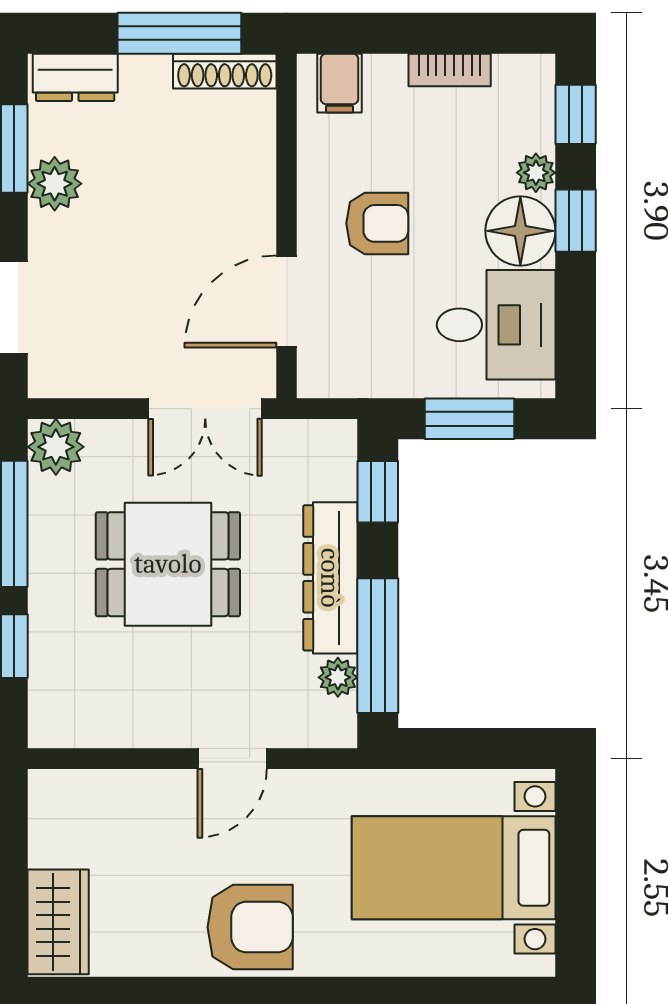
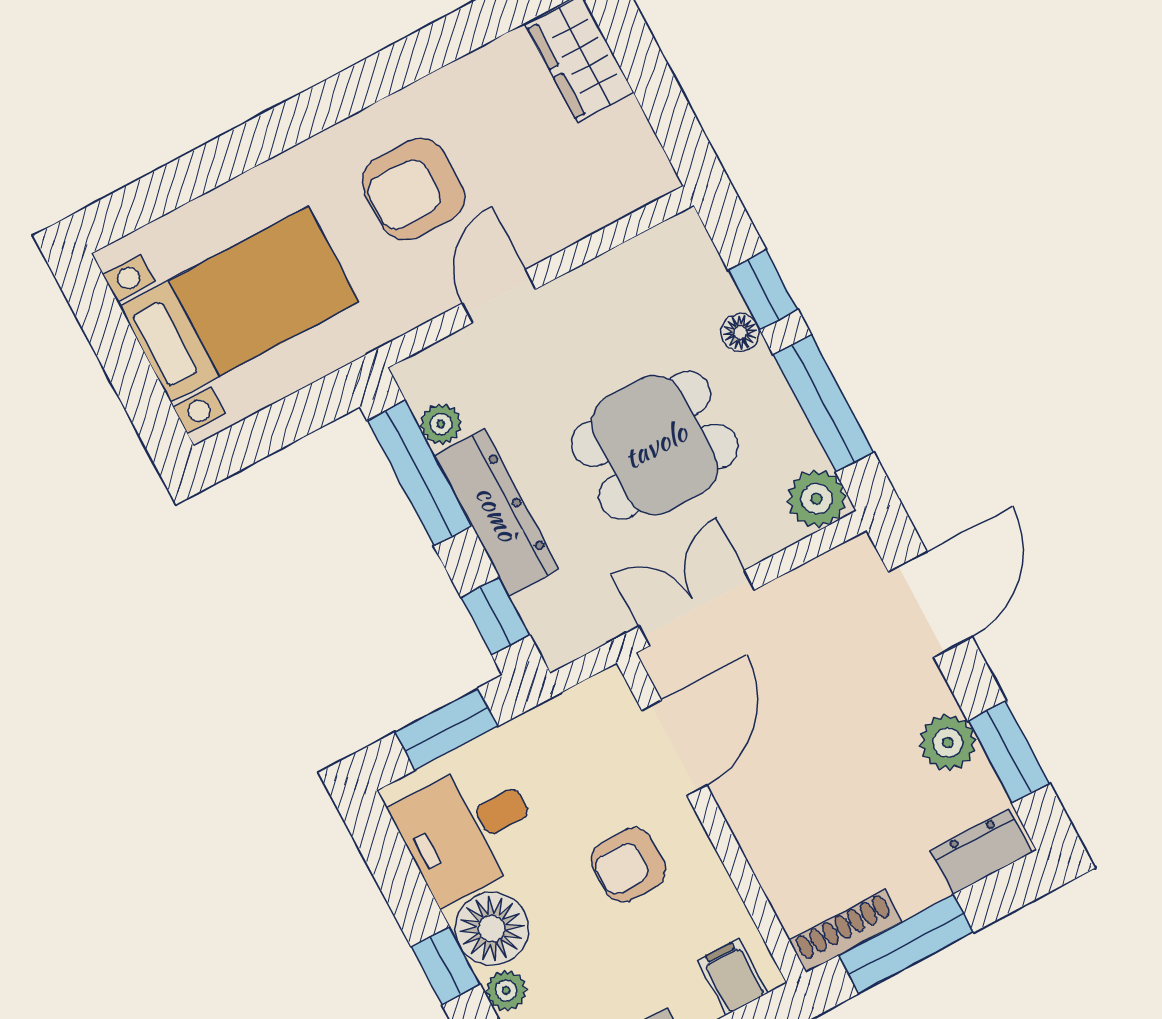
floor lamp: (46, 621) -> (740, 332), added
armchair: (250, 927) -> (414, 189), moved

